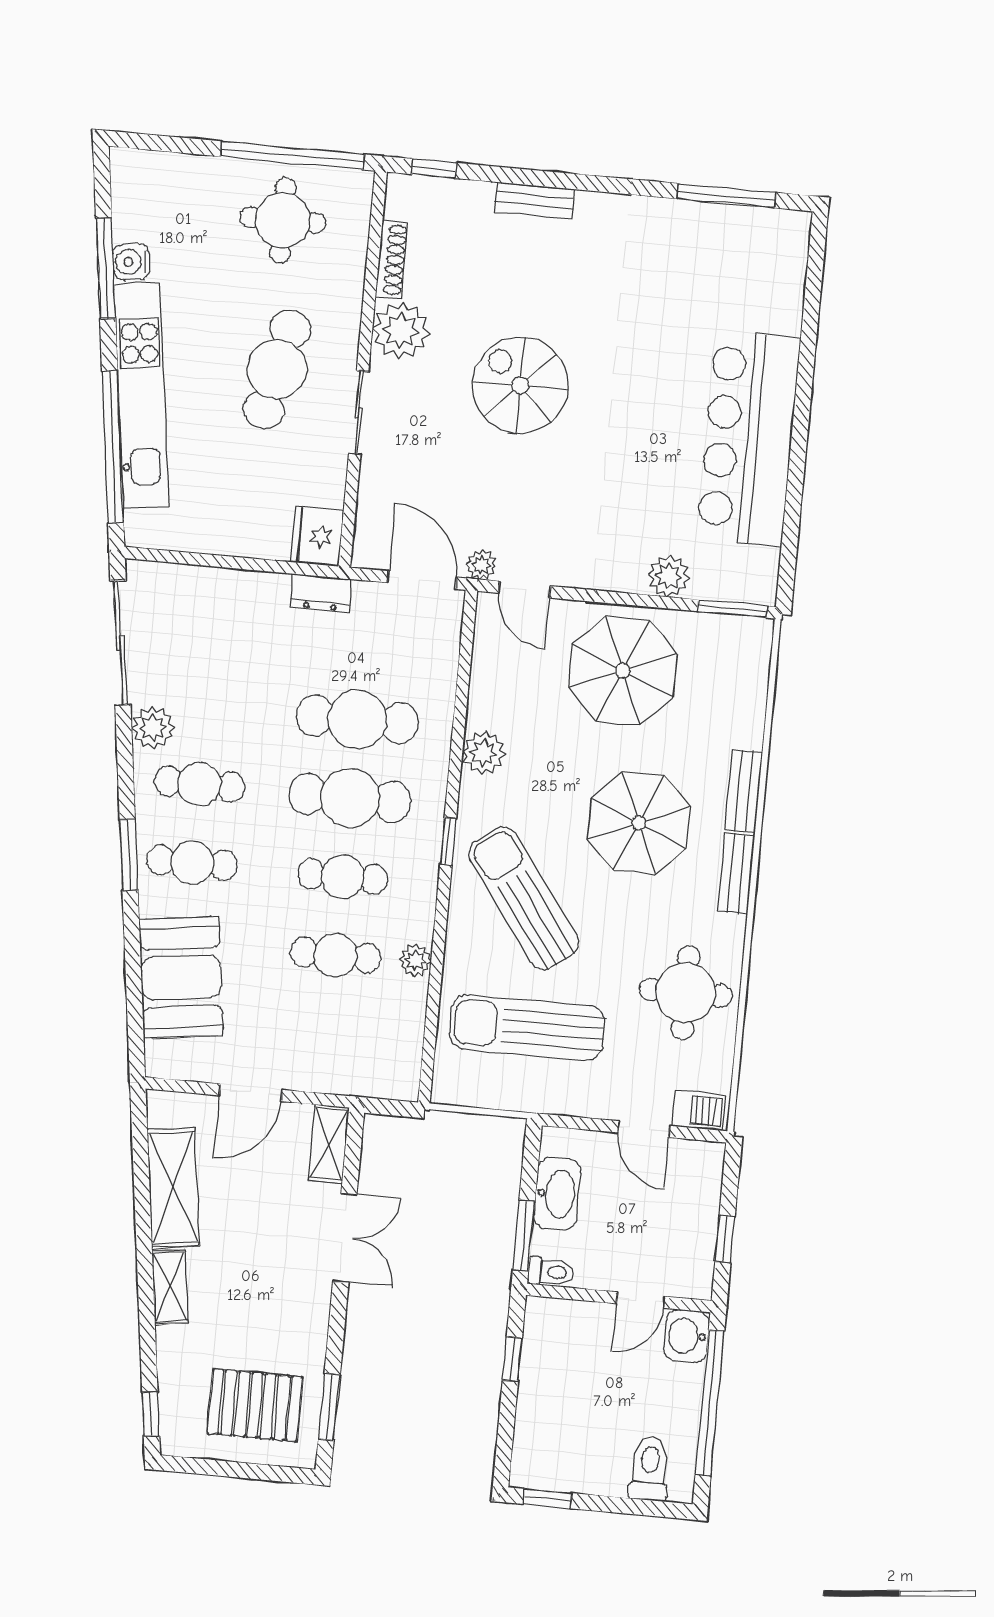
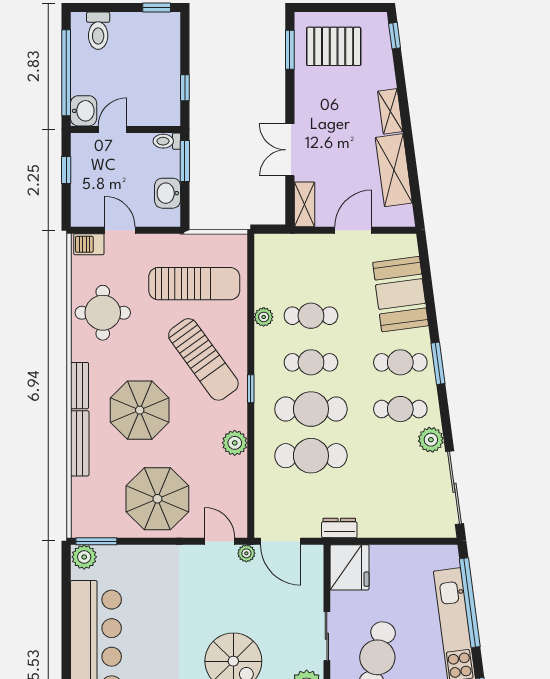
fridge: (317, 536) -> (350, 567), width x1.36, depth x1.34
plant: (669, 576) -> (84, 557), moved
bench: (743, 791) -> (80, 443), width x1.36
washbasin: (557, 1194) -> (168, 193), width x0.72

